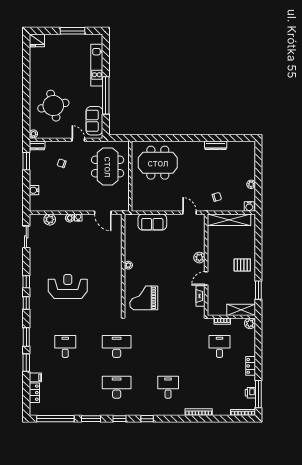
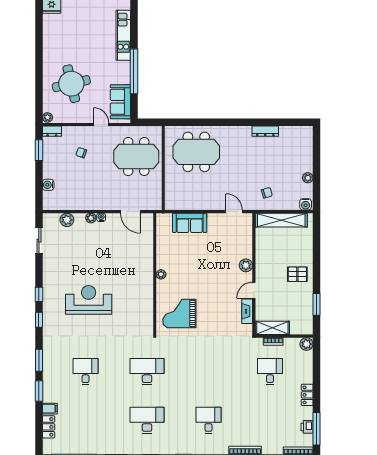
meeting table: (108, 167) -> (136, 157), turned 90
shelving: (241, 310) -> (272, 328), moved

